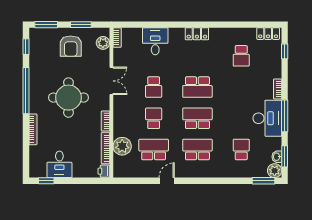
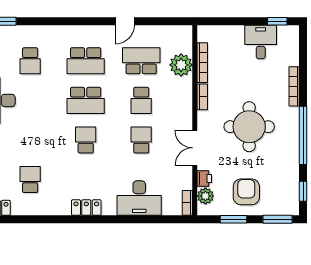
desk: (155, 41) -> (139, 198), width x1.37
school desk: (197, 87) -> (86, 140), width x0.54
school desk: (154, 149) -> (141, 61), turned 180
printer: (104, 171) -> (204, 179), moved

